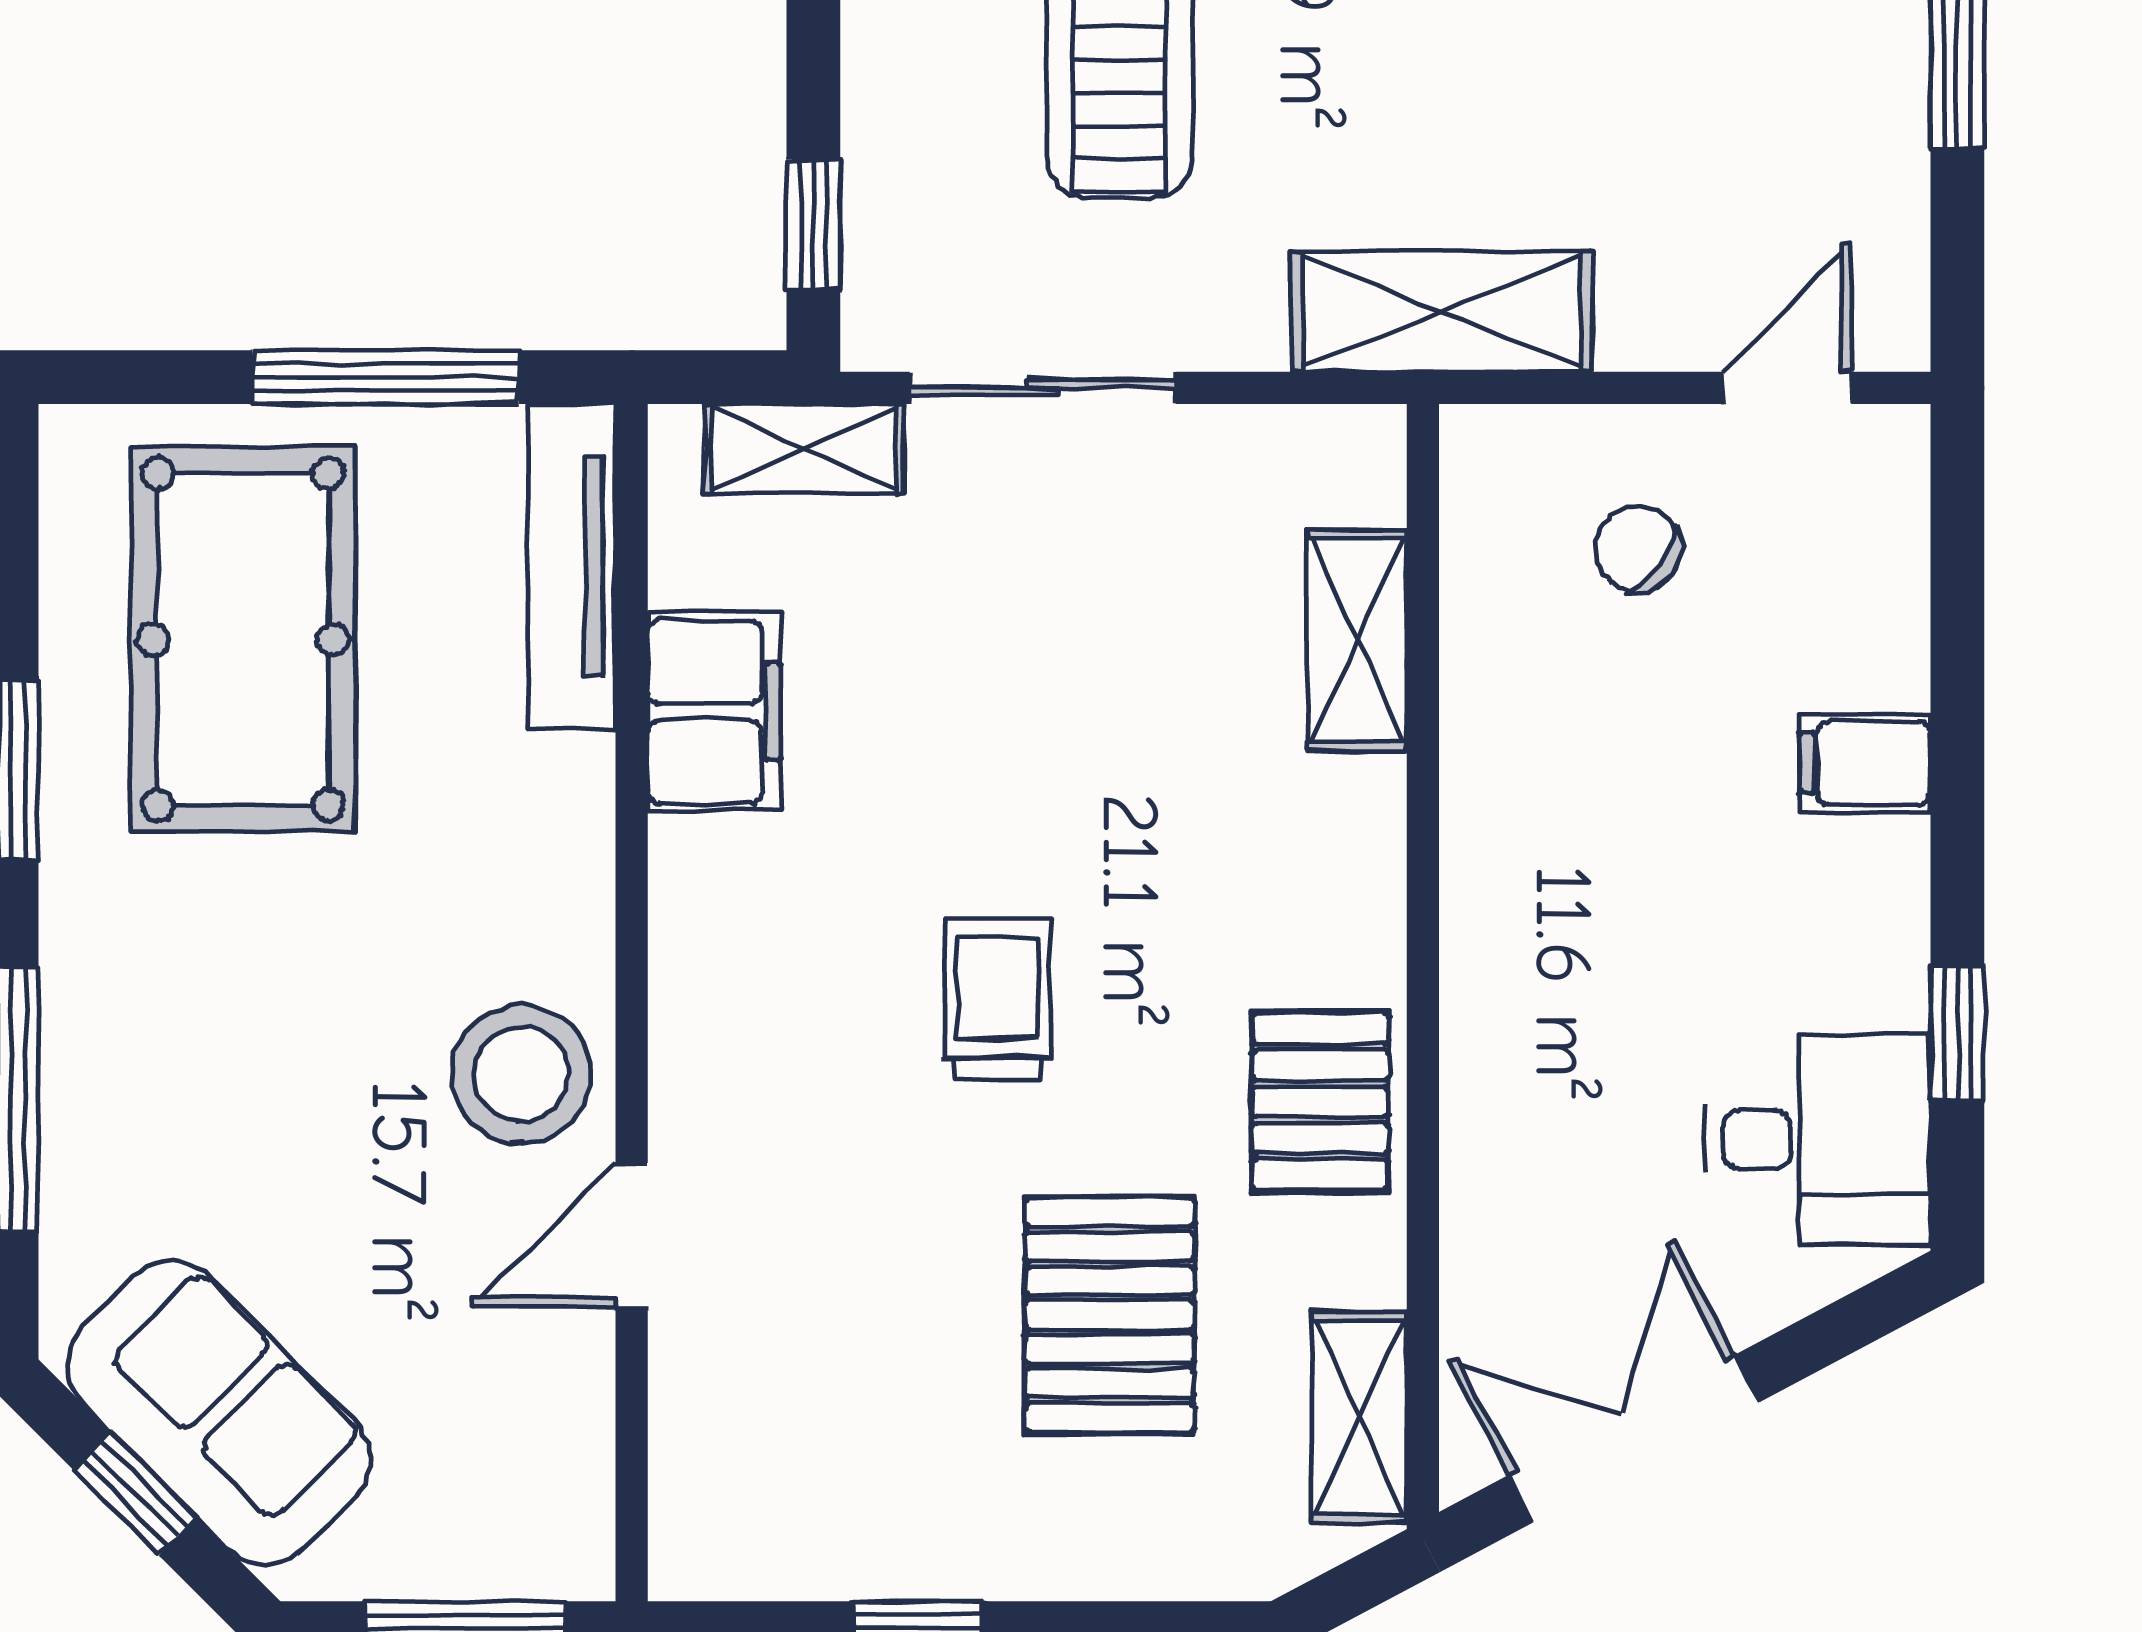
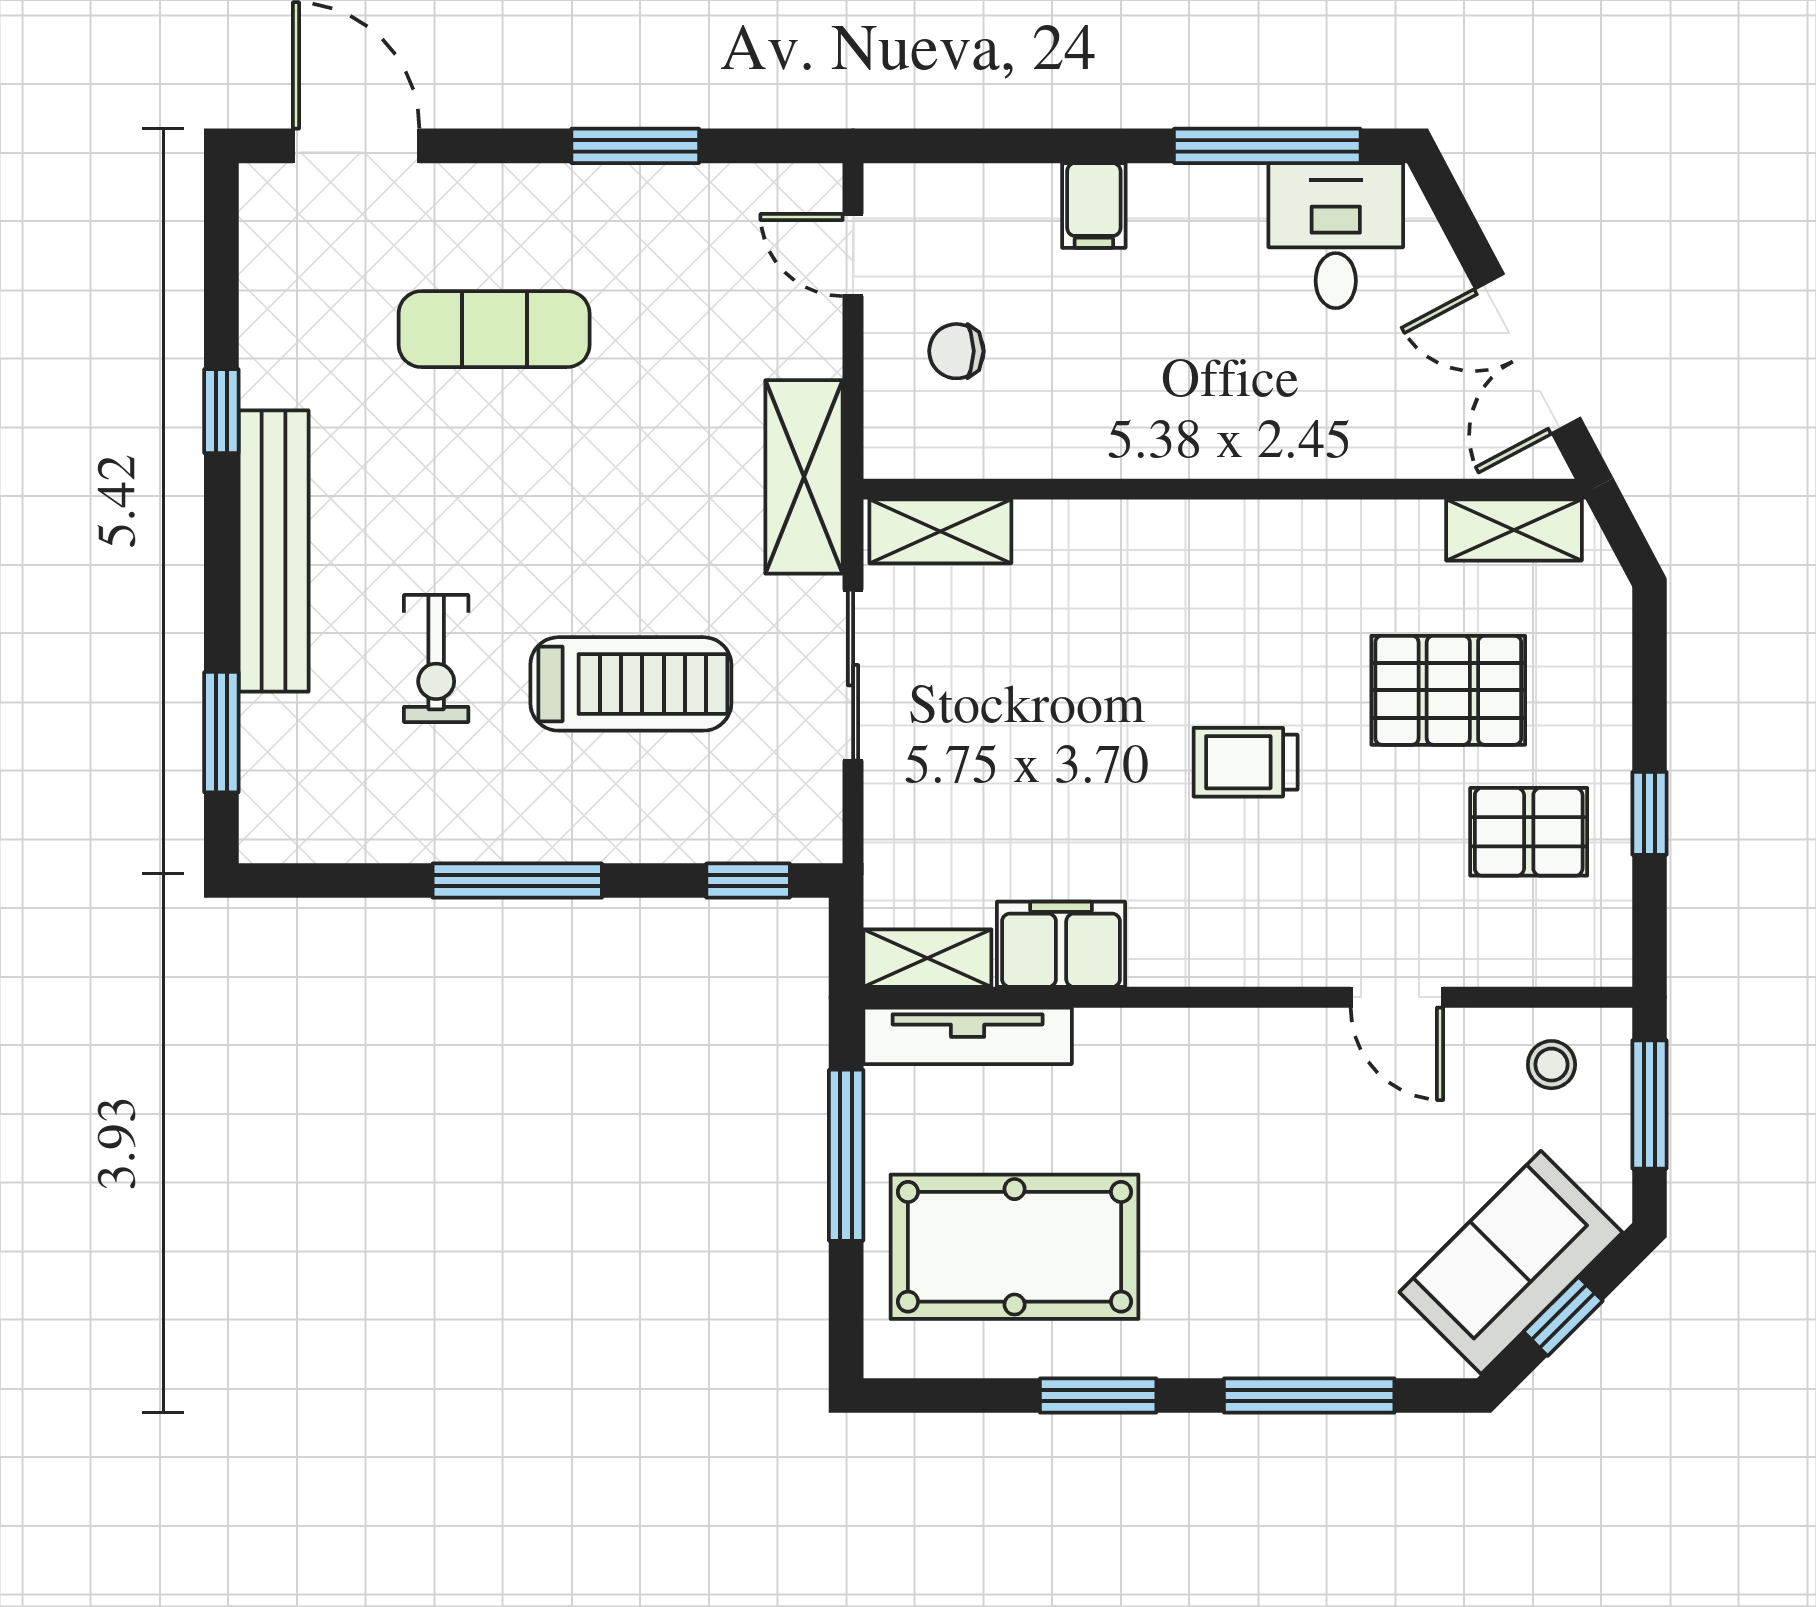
sliding door: (1043, 388) -> (853, 675), moved
shelving: (804, 449) -> (927, 958), moved, turned 90
chair: (1638, 549) -> (956, 351), turned 53
shelving: (1357, 640) -> (940, 531), moved
window: (1957, 1033) -> (1267, 146), width x2.17
stool: (521, 1074) -> (1551, 1065), moved, width x0.53, depth x0.53
pallet: (1320, 1102) -> (1529, 832), moved

